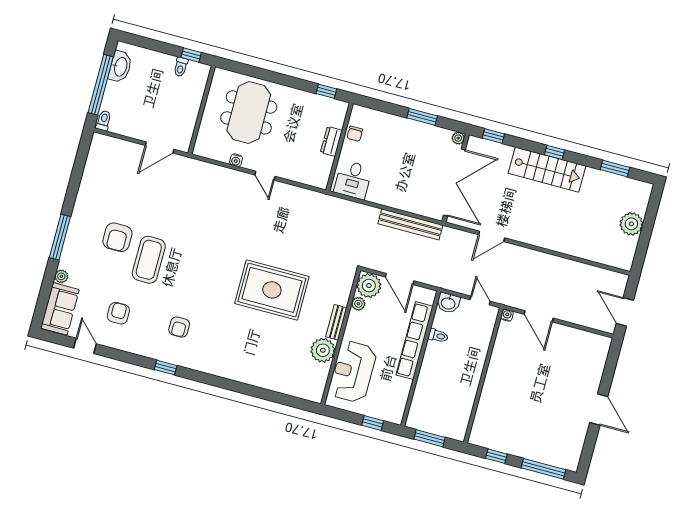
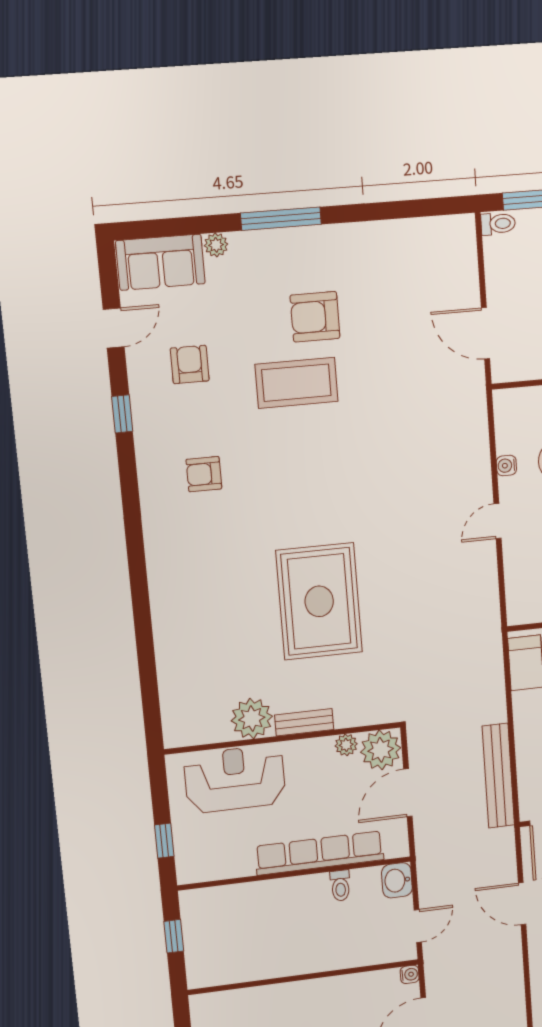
armchair: (118, 313) -> (190, 364), turned -90
window: (166, 368) -> (122, 414), moved
window: (429, 438) -> (174, 936), width x0.67

